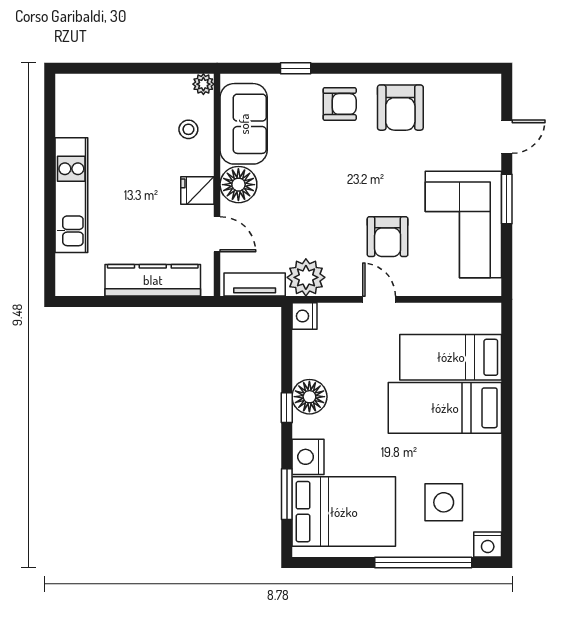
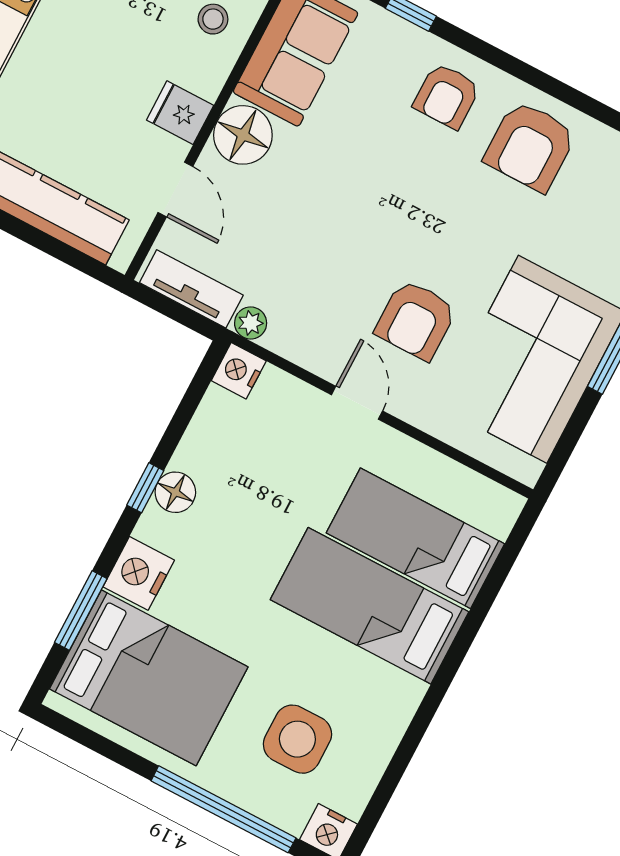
armchair: (340, 104) -> (447, 96), turned 90
plant: (306, 277) -> (251, 323), width x0.53, depth x0.53
floor lamp: (309, 397) -> (175, 492), width x0.73, depth x0.73

